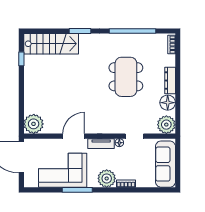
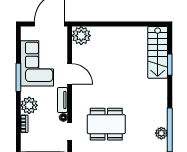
window: (80, 31) -> (170, 65), moved
plant: (136, 40) -> (161, 133), added
window: (21, 59) -> (143, 24), removed
dining table: (126, 77) -> (106, 124), moved

